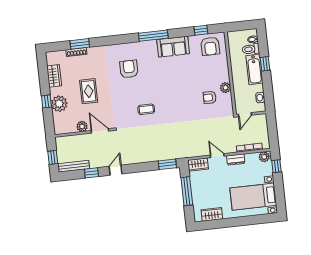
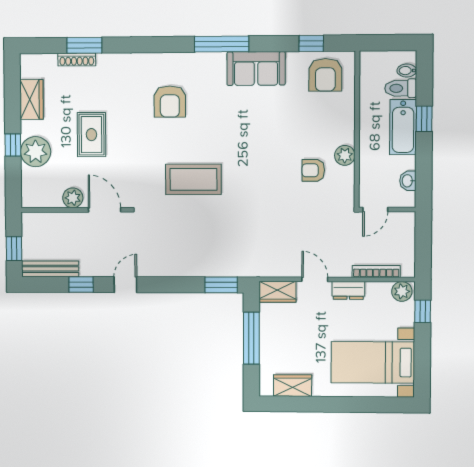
armchair: (129, 69) -> (170, 102), turned 180
coffee table: (146, 109) -> (193, 179), width x1.86, depth x1.72

